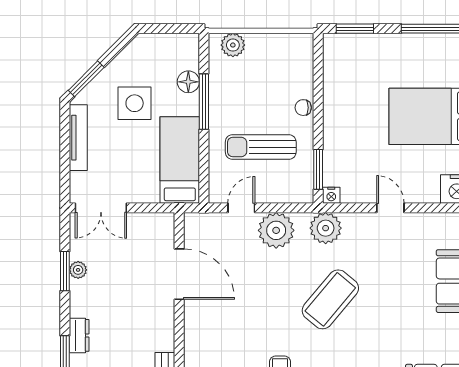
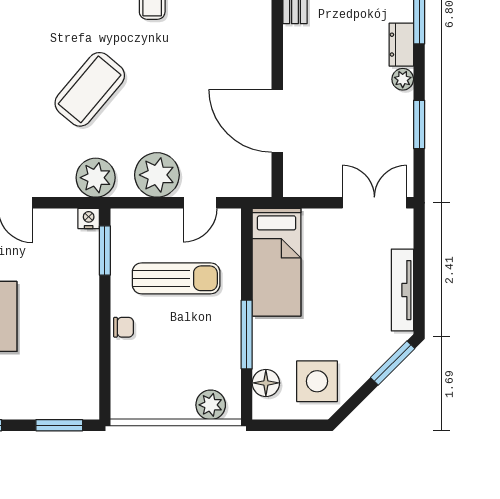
floor lamp: (188, 82) -> (266, 383), moved
side table: (135, 103) -> (317, 381), moved
plant: (78, 270) -> (403, 79), moved

